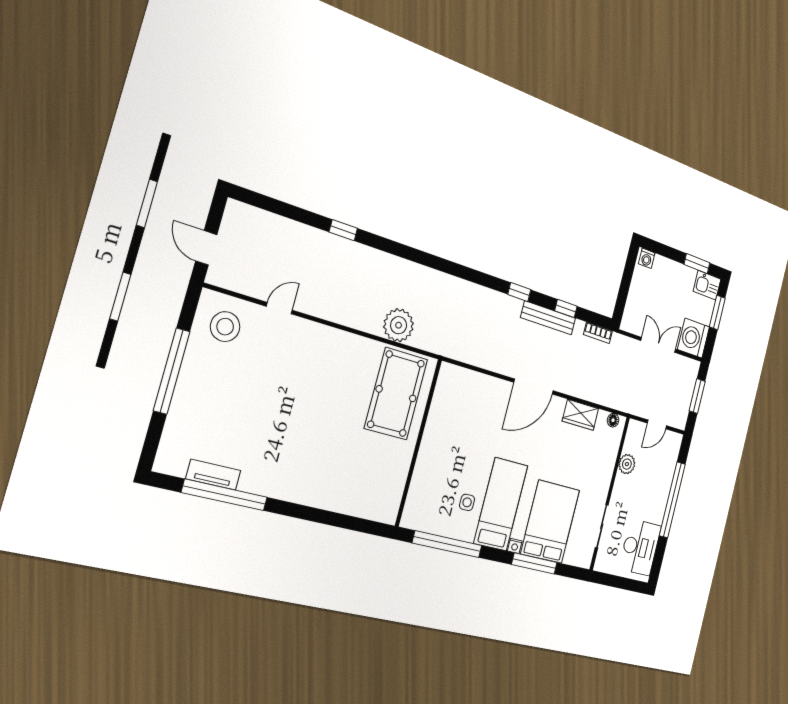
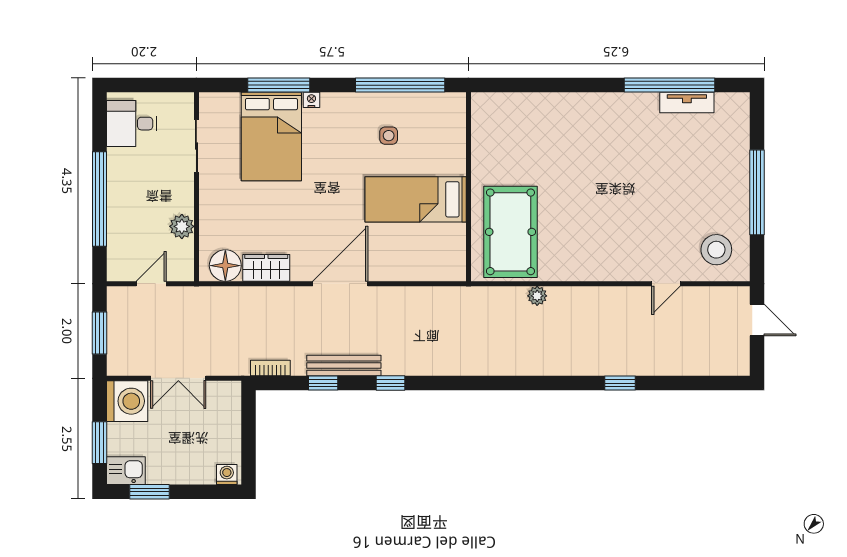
plant: (399, 325) -> (537, 296), width x0.53, depth x0.53
floor lamp: (613, 420) -> (225, 266), width x1.89, depth x1.89
bed: (501, 504) -> (416, 199), moved, turned 90
desk: (640, 547) -> (132, 124), width x0.73

